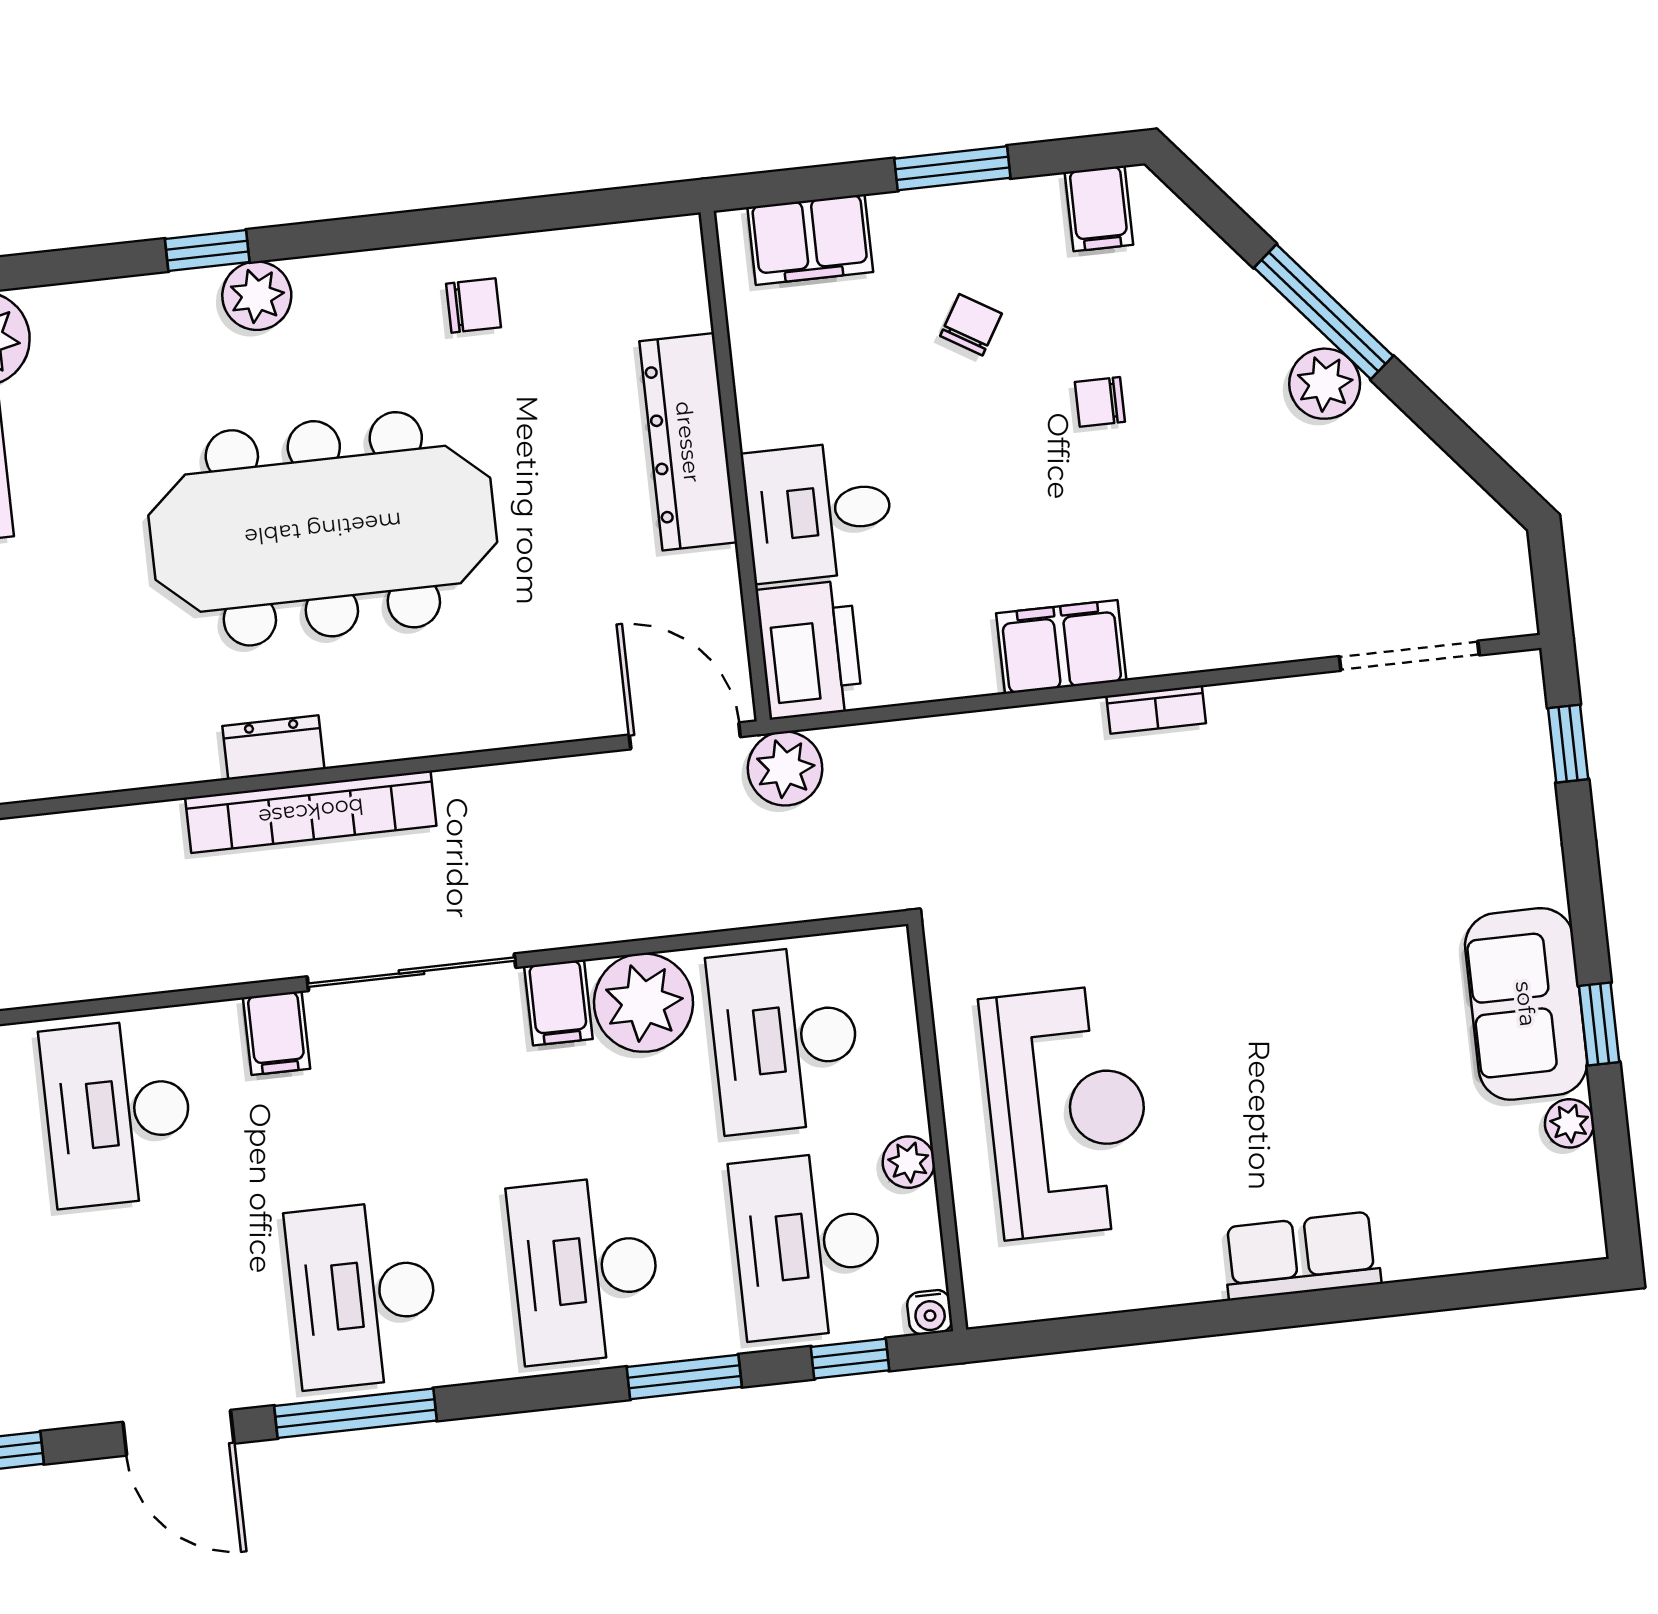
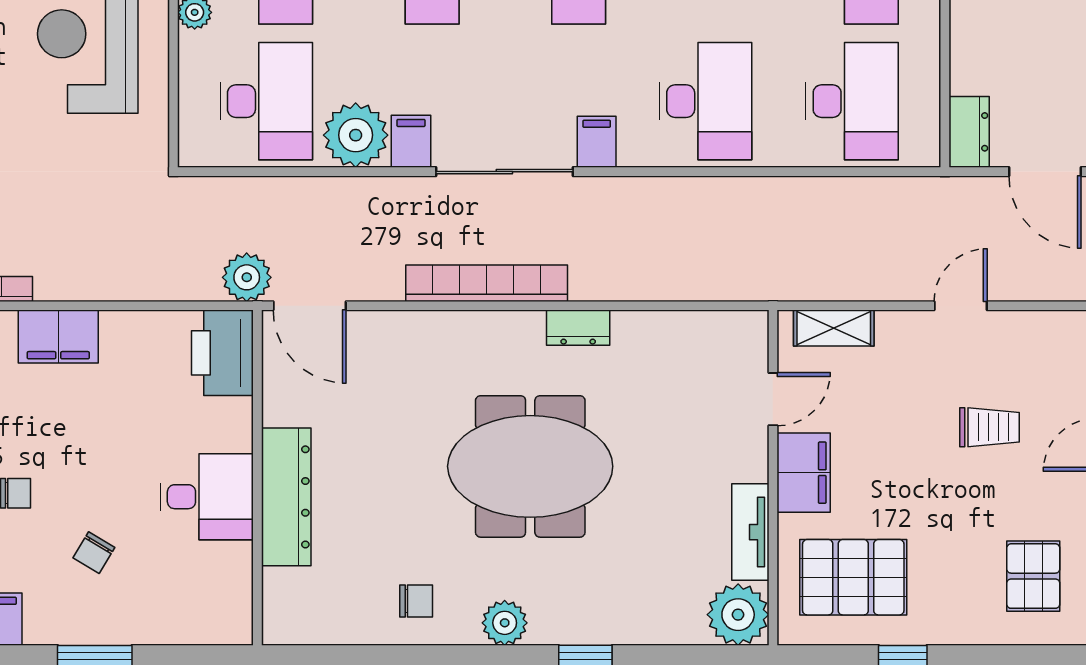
filing cabinet: (810, 240) -> (192, 620), removed
plant: (257, 296) -> (505, 623), moved
chair: (474, 305) -> (416, 601), turned 180
desk: (818, 511) -> (207, 497), moved
meeting table: (323, 529) -> (530, 466), width x0.73
bookcase: (311, 812) -> (487, 283), moved

